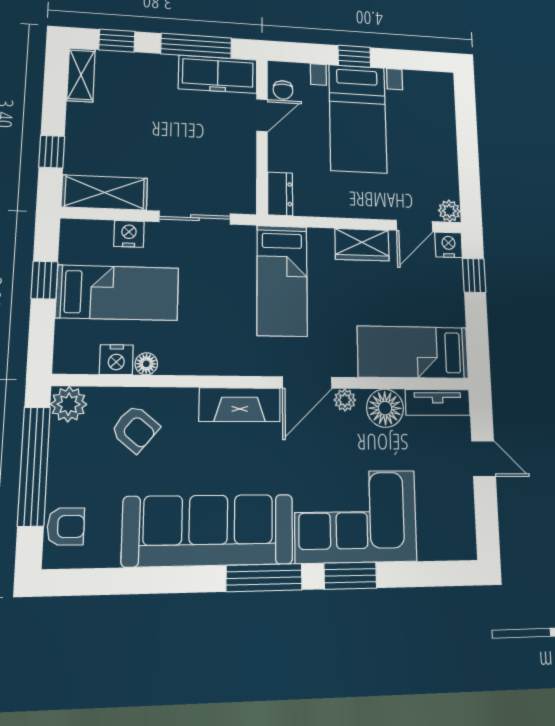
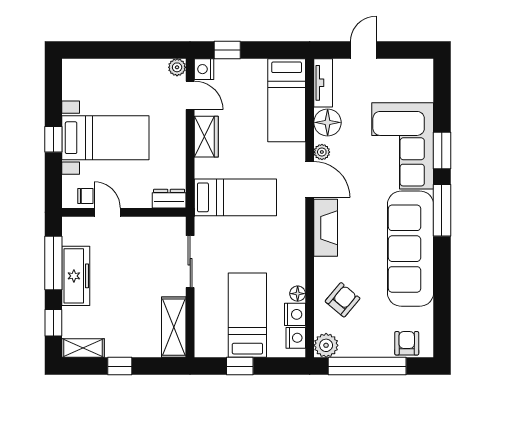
freezer: (218, 74) -> (76, 276), moved
window: (52, 152) -> (120, 366), moved
nightstand: (129, 234) -> (296, 338), moved, turned 180

